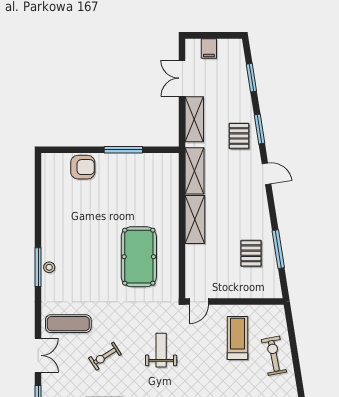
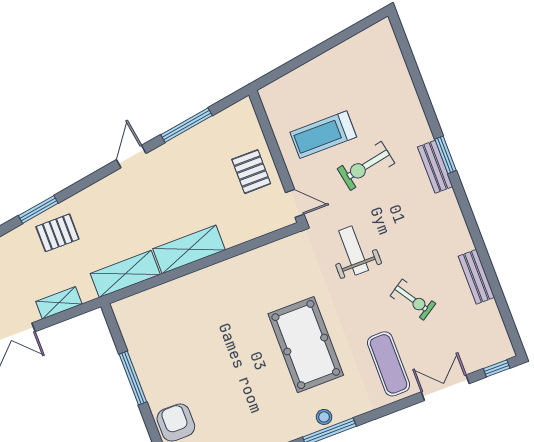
shelving: (194, 119) -> (59, 303), width x0.67, depth x0.75
door: (266, 174) -> (131, 157), moved
pallet: (251, 253) -> (251, 172), moved, turned 90
pool table: (139, 257) -> (306, 345), moved, turned 90
weight bench: (161, 350) -> (354, 251), moved, turned 90
exercise bike: (274, 356) -> (366, 166), moved

